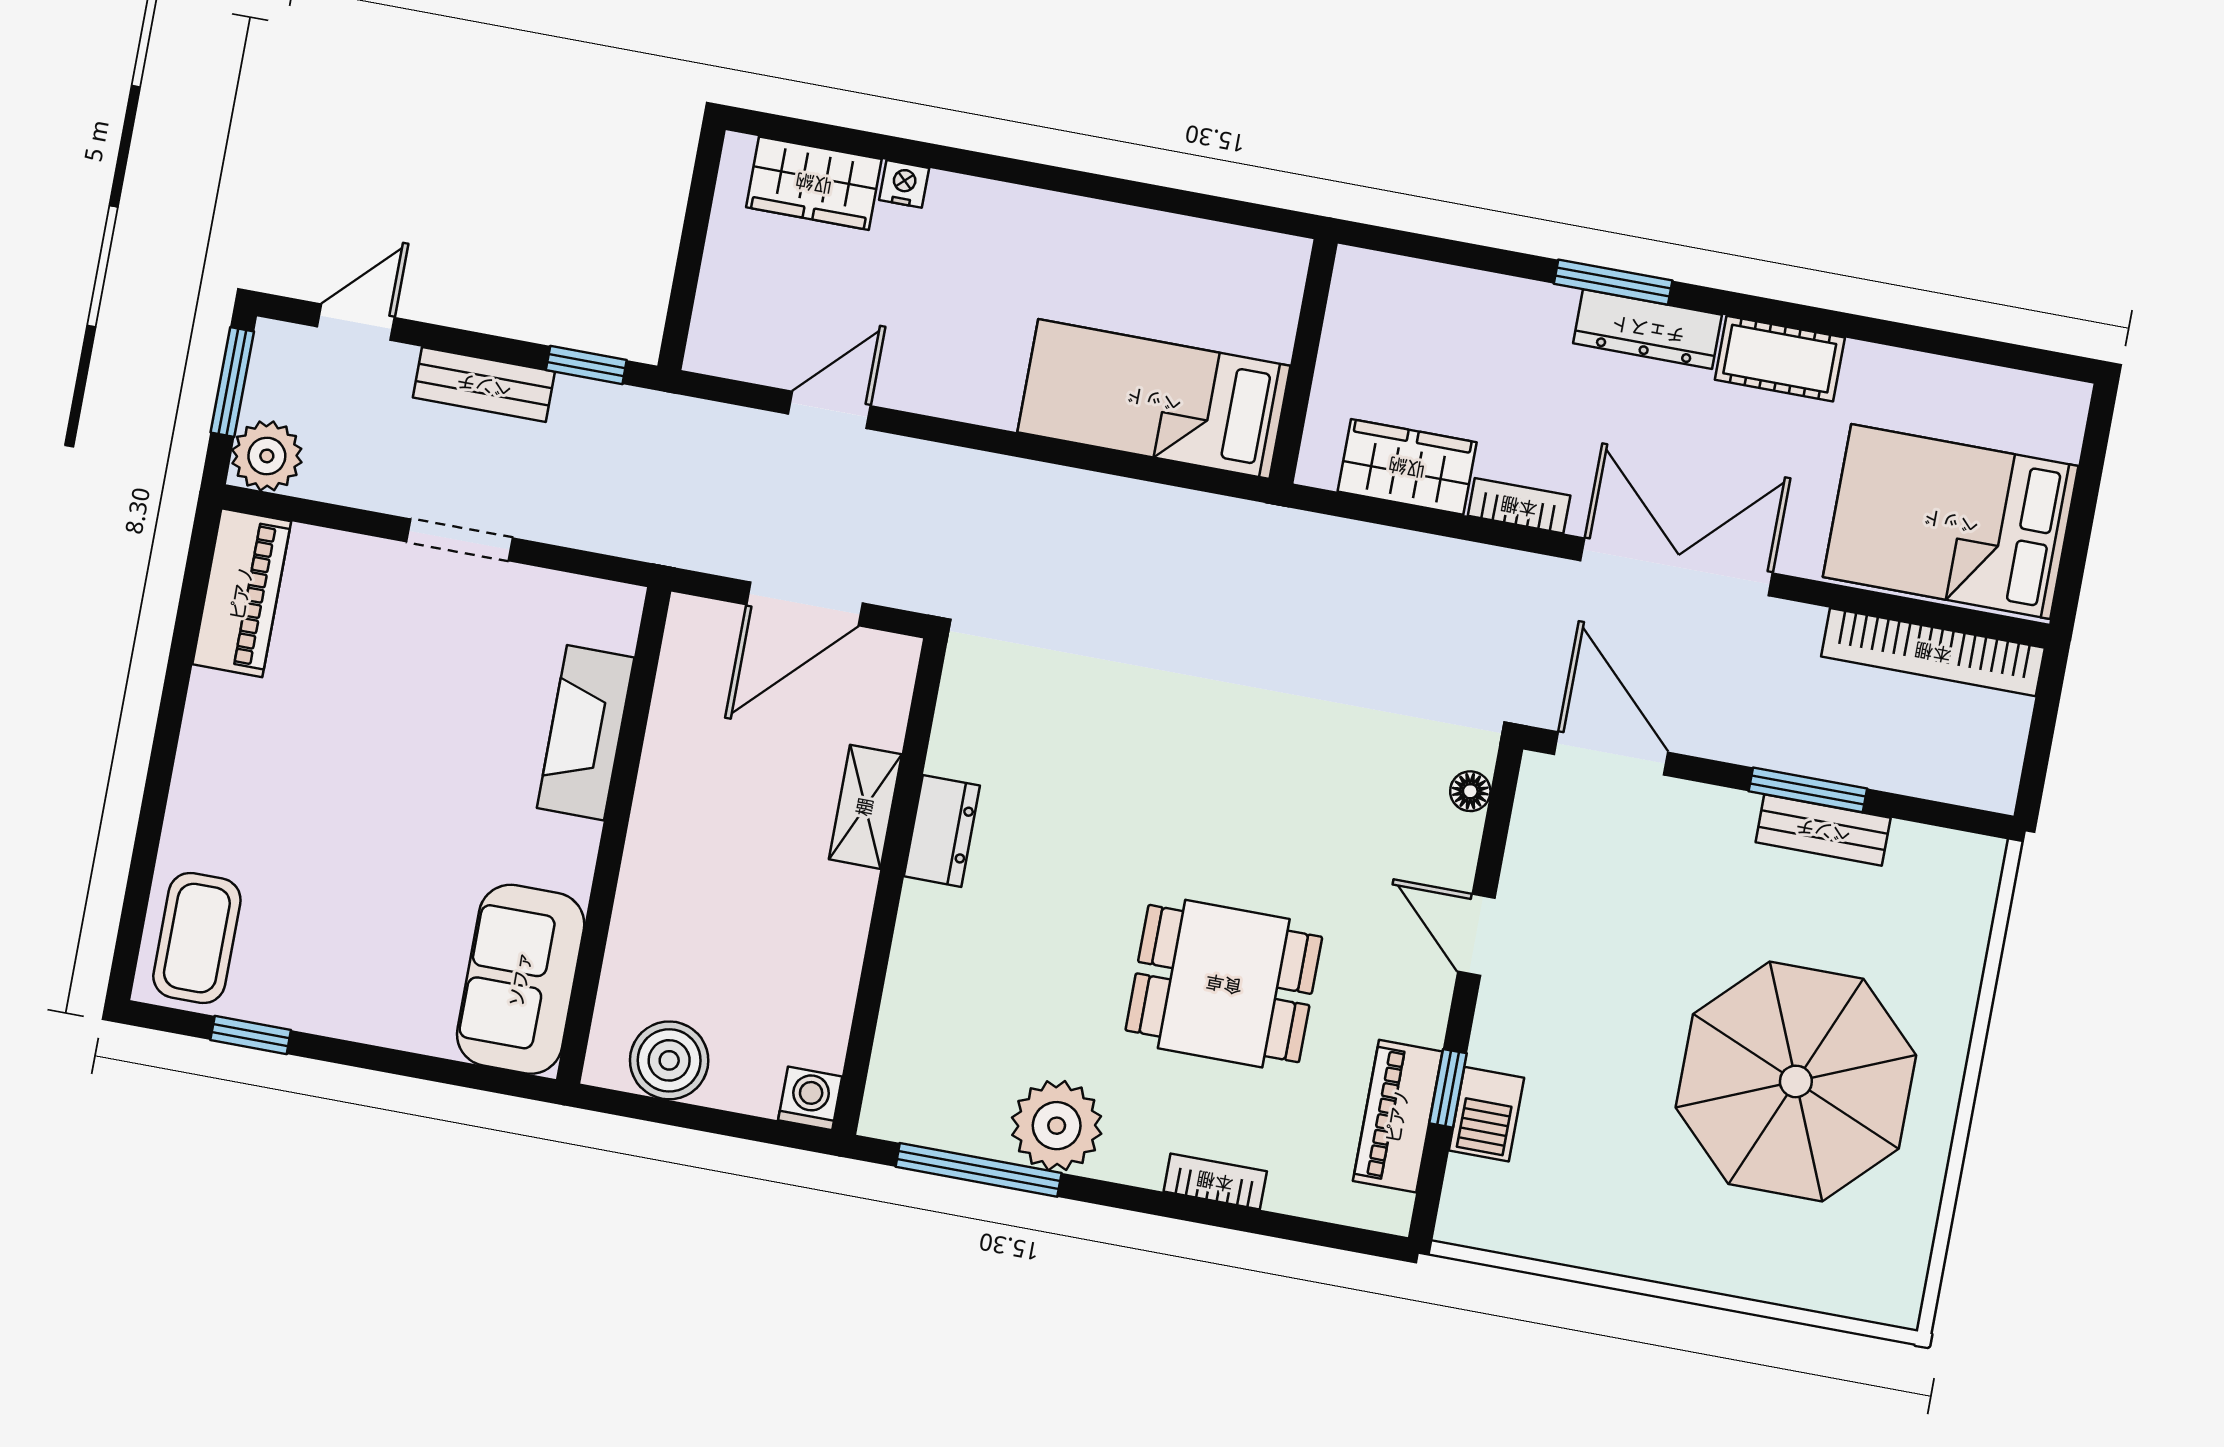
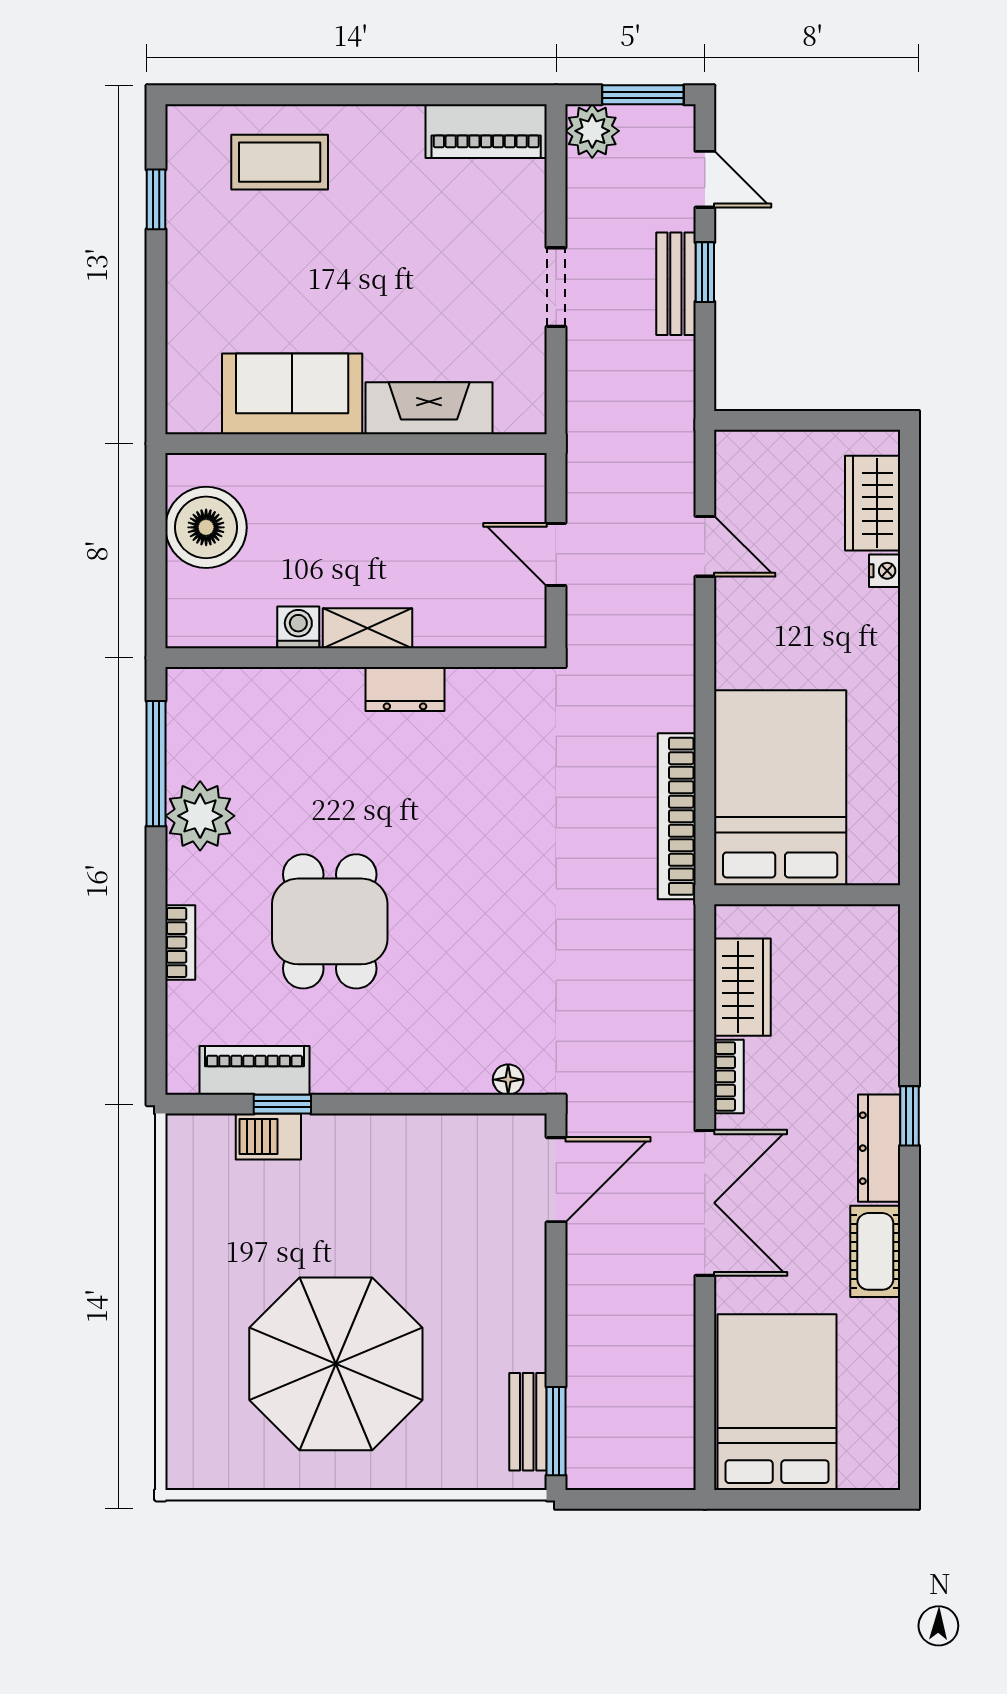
window: (1613, 282) -> (910, 1116), width x0.67
window: (586, 365) -> (705, 272), moved
bed: (1154, 399) -> (780, 788), width x1.50
door: (804, 604) -> (556, 554), width x0.73
bookcase: (1933, 652) -> (677, 816), moved
window: (1808, 790) -> (556, 1431), moved
shelving: (865, 807) -> (367, 628), moved
bench: (1823, 830) -> (528, 1422), moved
door: (1476, 935) -> (401, 1104), removed
coffee table: (197, 938) -> (280, 162), moved
sofa: (521, 979) -> (292, 394), moved
boiler: (669, 1060) -> (206, 527), width x1.37, depth x1.37
washing machine: (810, 1098) -> (298, 627), moved, turned -90

